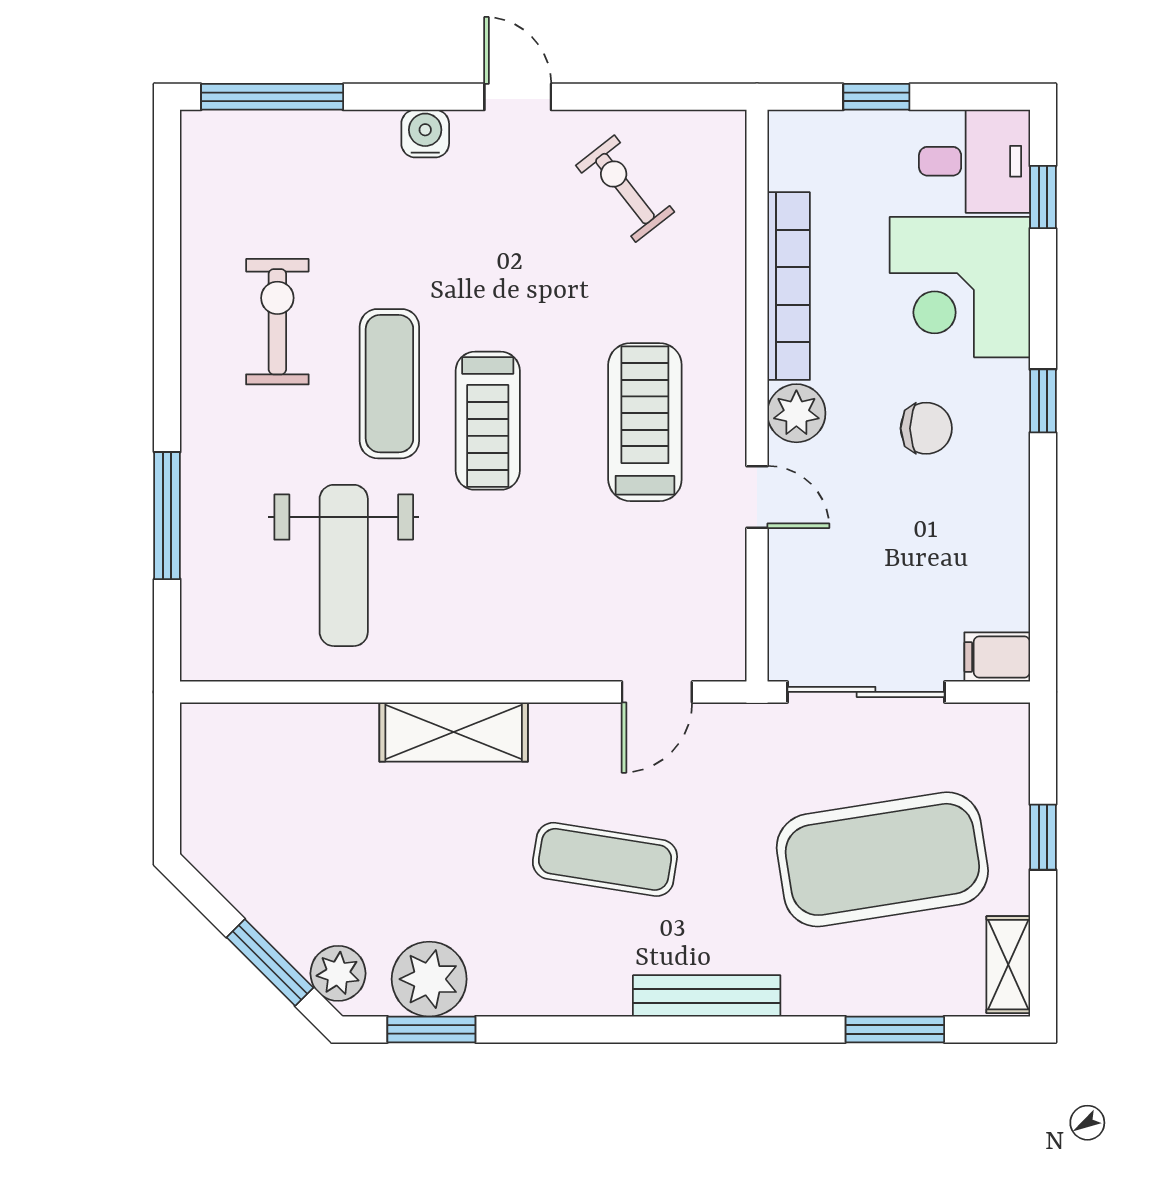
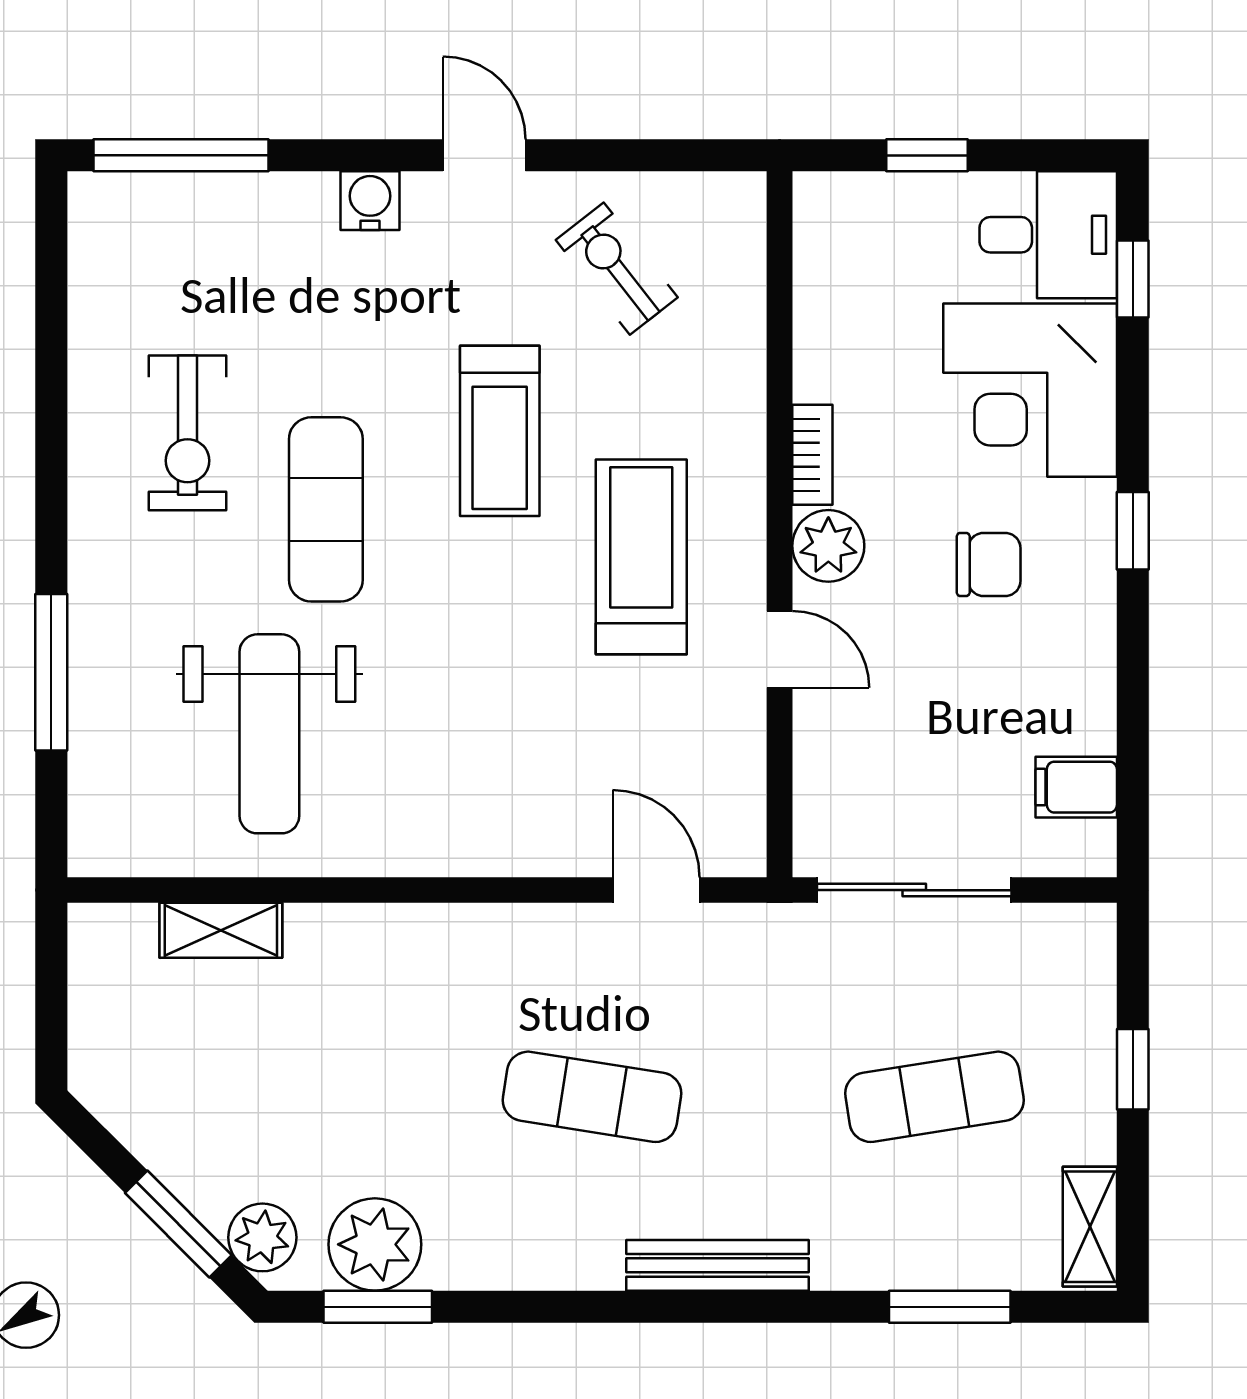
bookcase: (789, 286) -> (812, 455), width x0.43, depth x0.76
exercise bike: (277, 322) -> (188, 433), turned 180
treadmill: (488, 421) -> (500, 431), moved
filing cabinet: (997, 657) -> (1076, 787), moved
door: (657, 692) -> (656, 890), swing flipped
shelving: (454, 732) -> (221, 930), moved, width x0.67, depth x0.75
exercise mat: (882, 859) -> (934, 1097), width x0.50, depth x0.69

